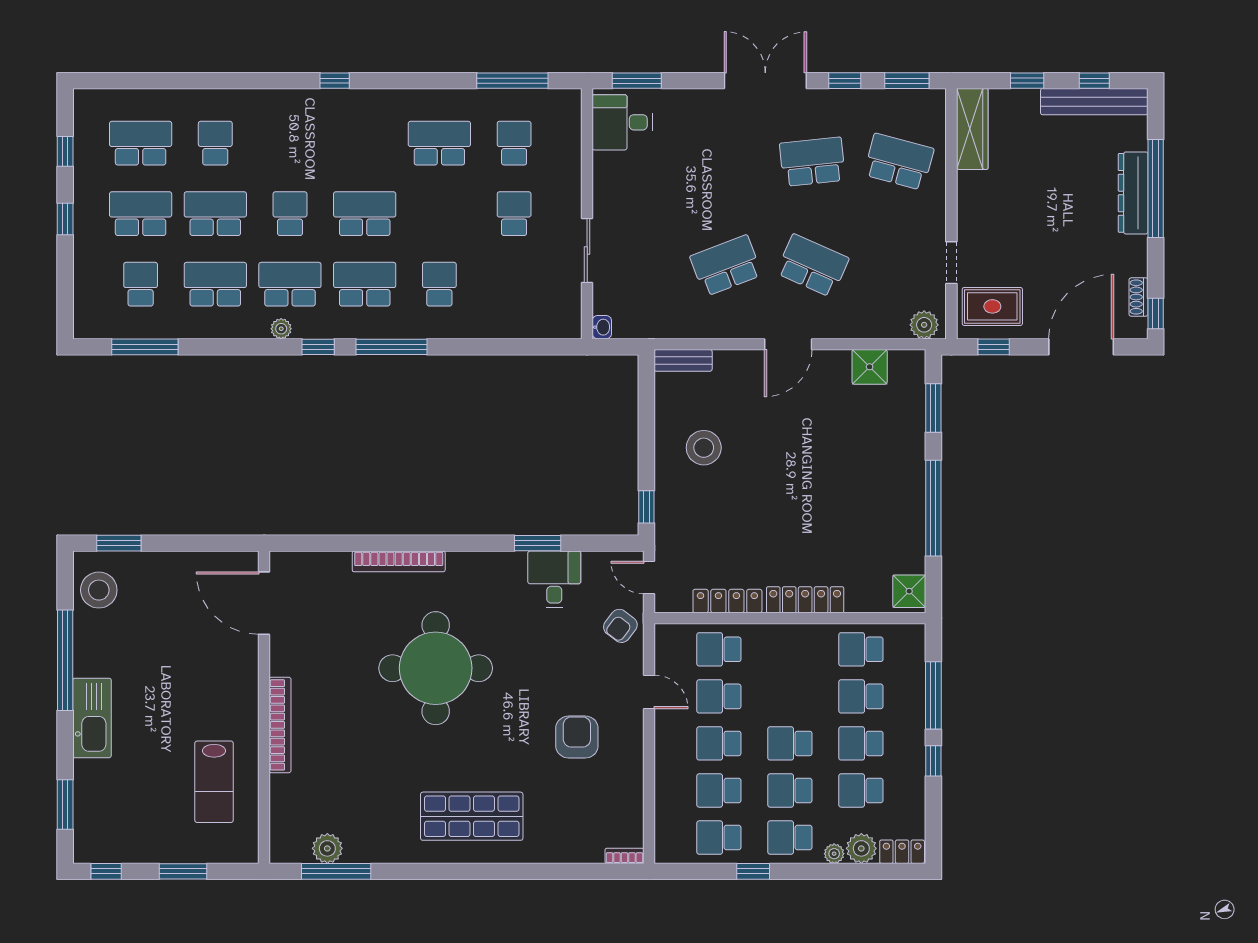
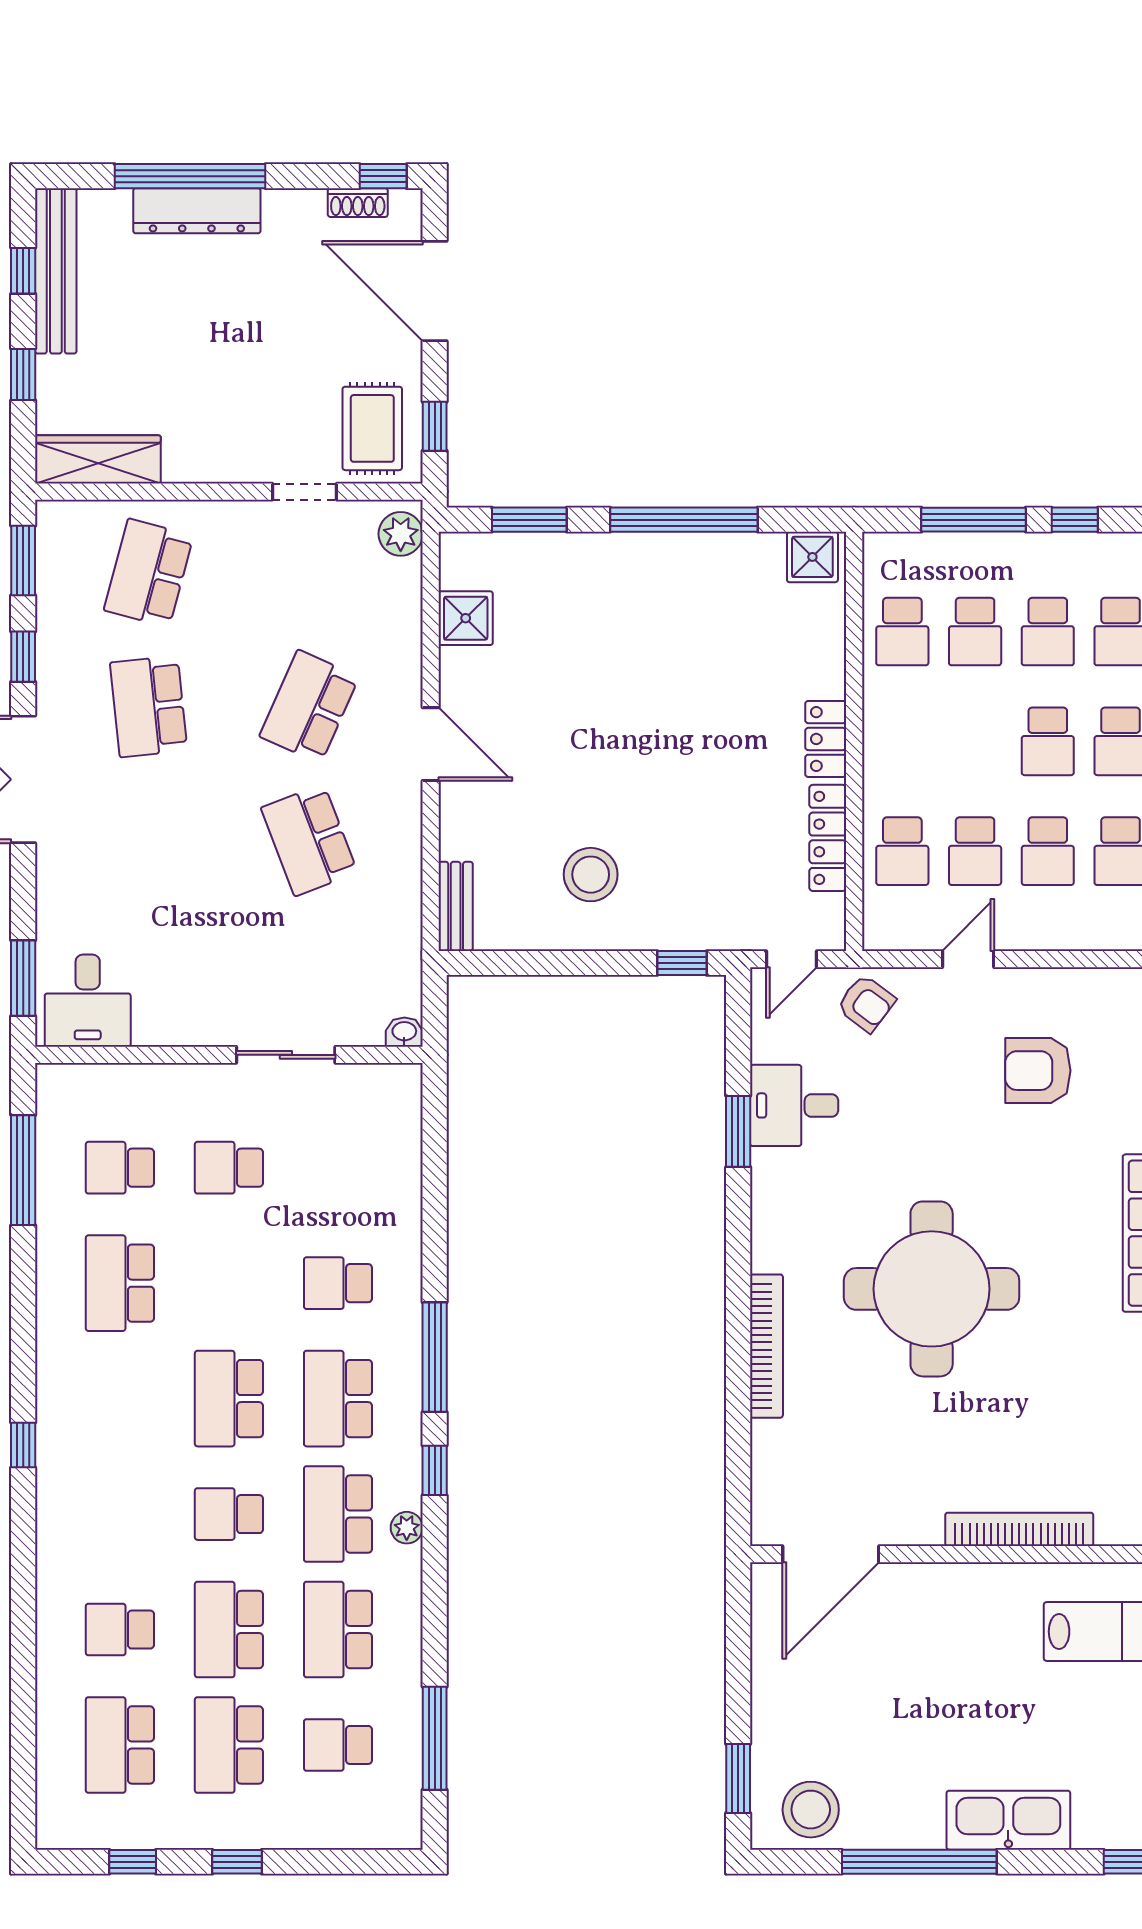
locker: (805, 600) -> (826, 739), width x0.66

